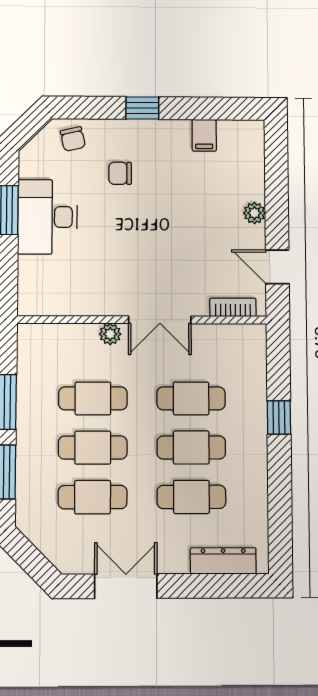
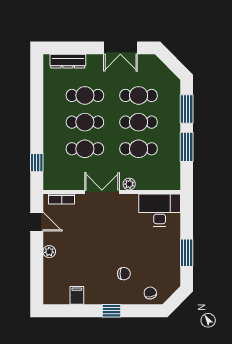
desk: (47, 217) -> (160, 210), moved, turned -90
window: (279, 417) -> (37, 163), moved

